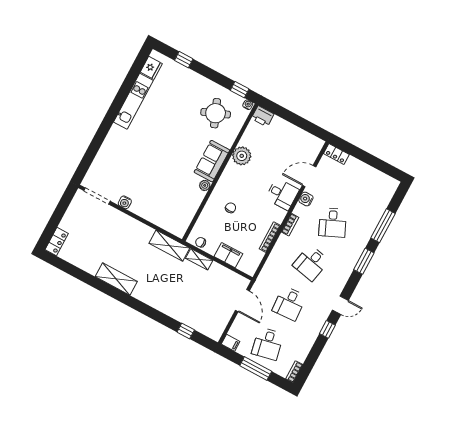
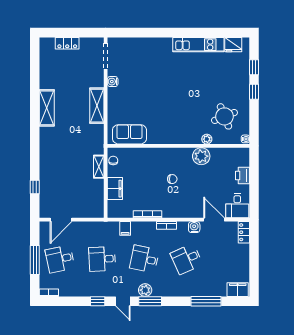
window: (240, 90) -> (254, 92), moved
printer: (263, 116) -> (242, 176), moved
sofa: (212, 161) -> (129, 134), moved
plant: (205, 185) -> (207, 139), moved
filing cabinet: (388, 189) -> (238, 290), added
desk: (282, 194) -> (237, 206), moved
chair: (231, 208) -> (172, 179), moved
locker: (57, 242) -> (67, 43), moved
shelving: (169, 246) -> (97, 106), moved
window: (364, 261) -> (150, 301), moved
plant: (341, 278) -> (145, 290), added
door: (242, 301) -> (61, 220), moved
filing cabinet: (231, 343) -> (125, 228), moved

